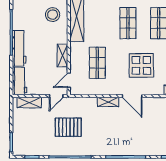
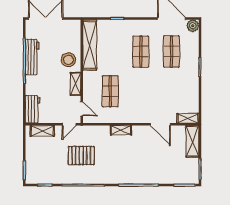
stool: (53, 15) -> (68, 60), moved
workbench: (19, 48) -> (32, 57), moved
display table: (141, 65) -> (154, 94), removed
door: (69, 80) -> (82, 109), swing flipped
door: (132, 96) -> (160, 124), moved

